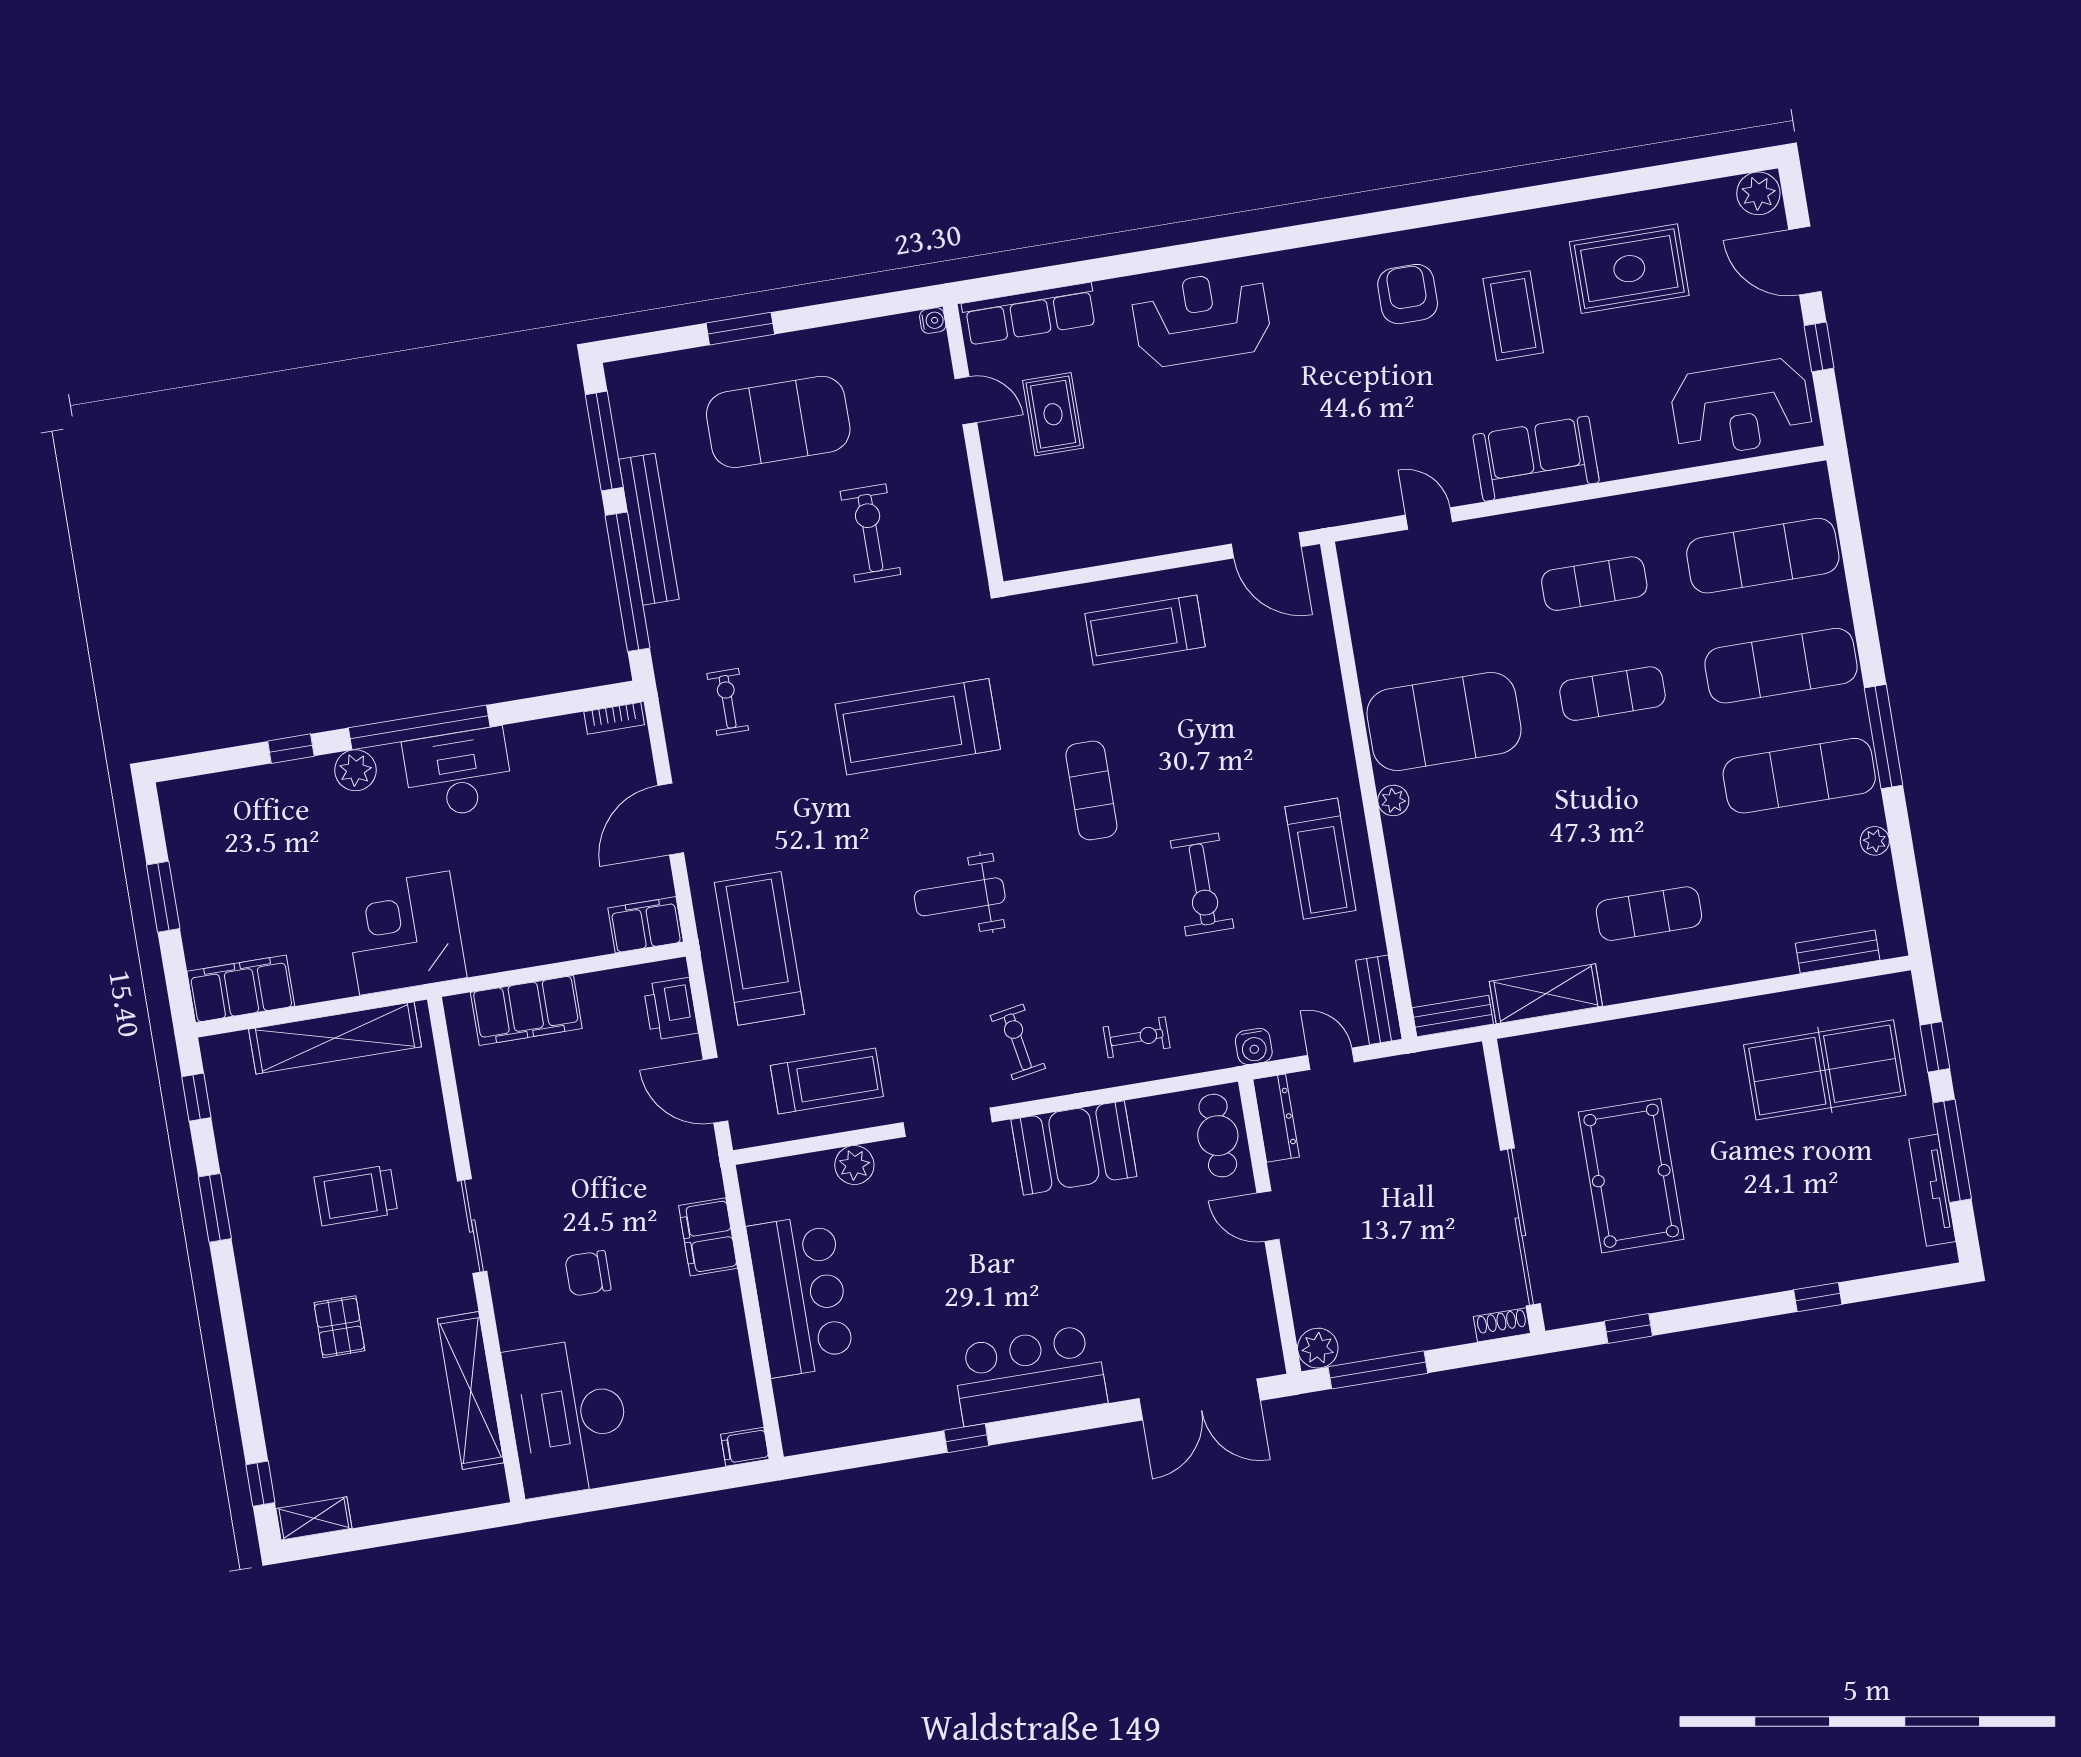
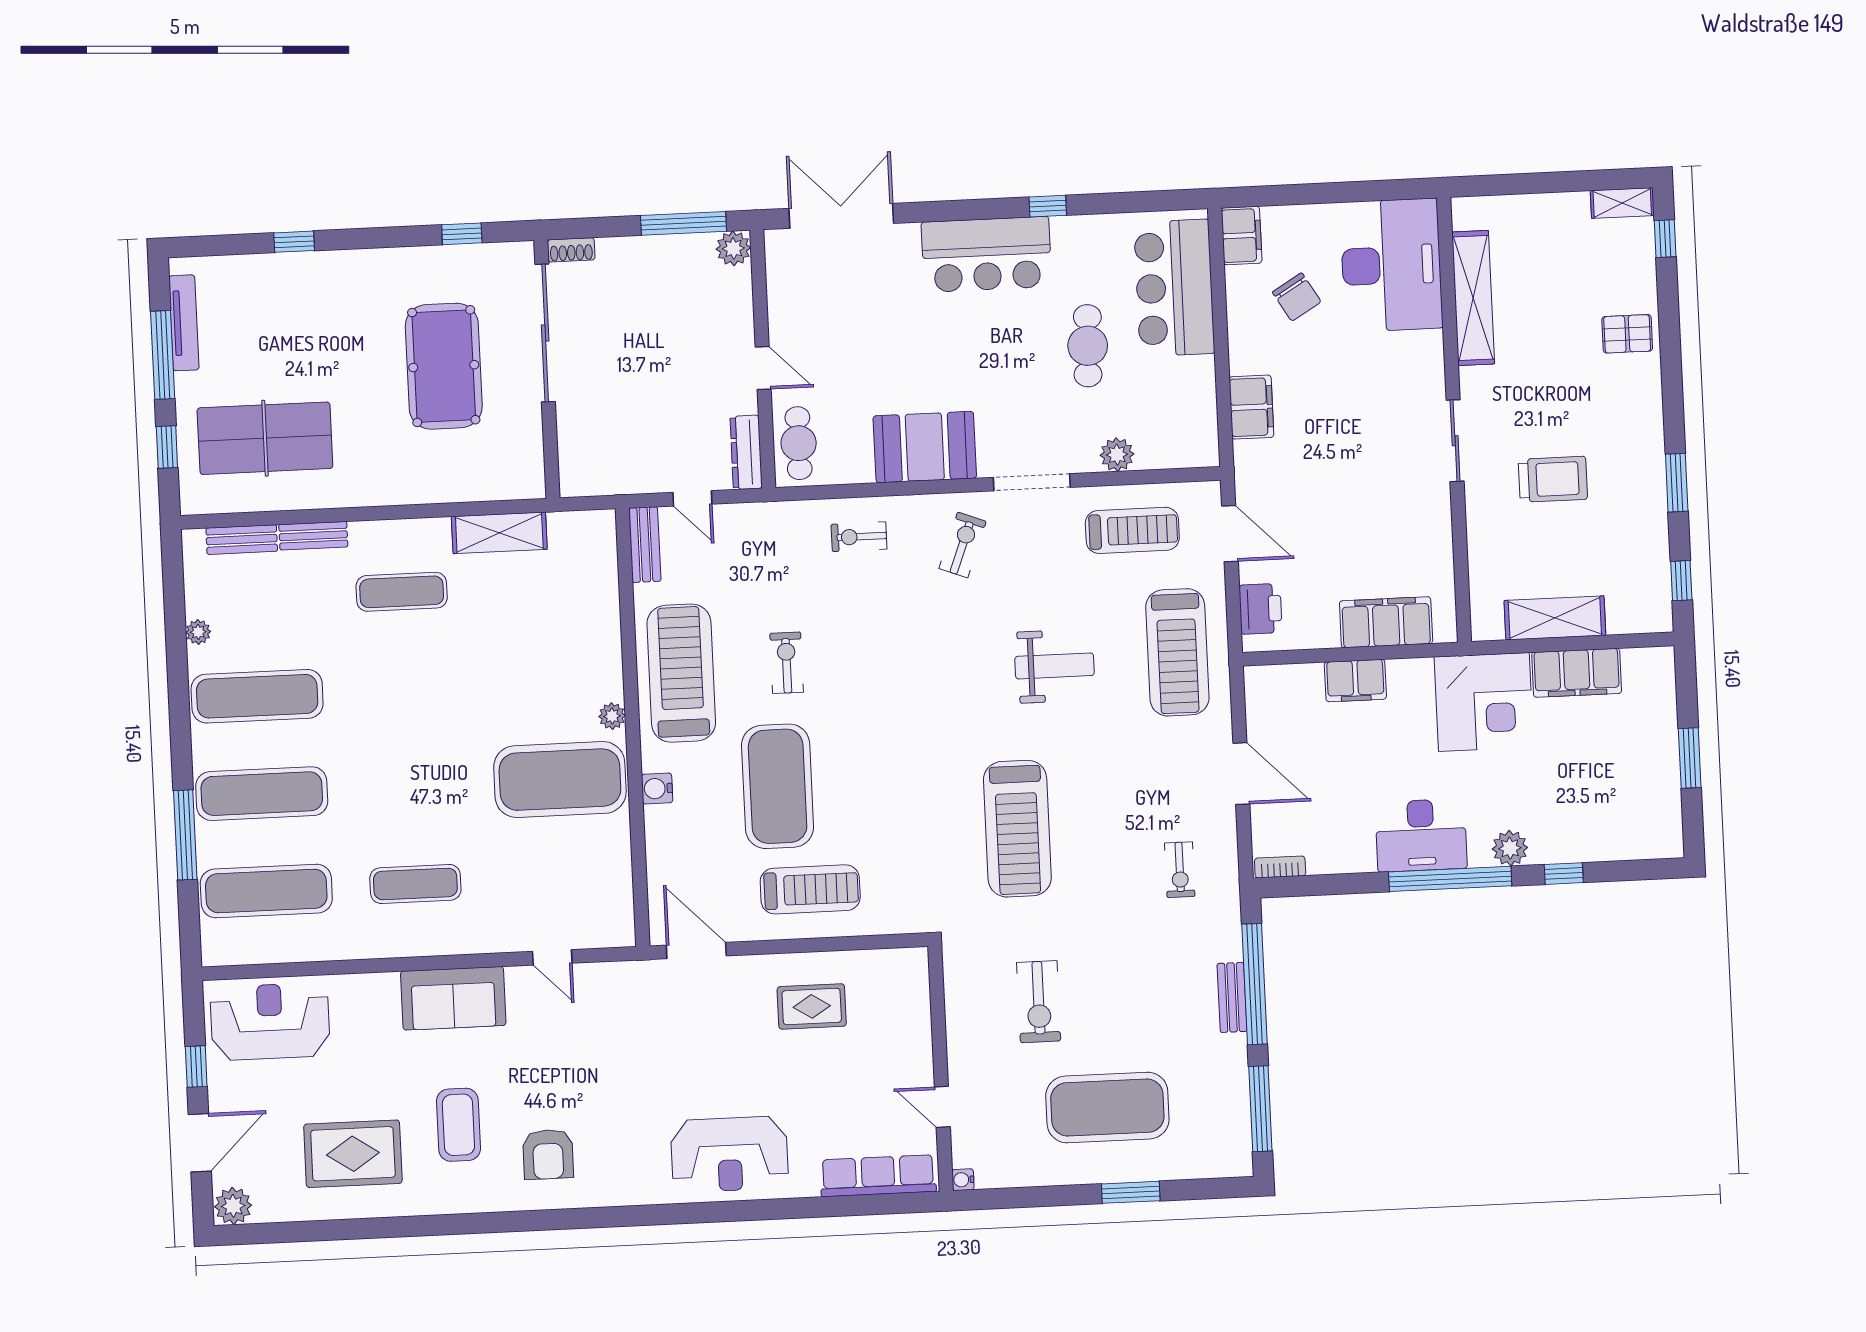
door: (1805, 261) -> (200, 1143), hinge flipped
rug: (1053, 414) -> (812, 1006), moved, turned 90
bench: (649, 529) -> (1232, 997), width x0.54, depth x0.82
exercise mat: (1613, 694) -> (411, 787), removed
treadmill: (918, 727) -> (1017, 829), turned 90
window: (1884, 737) -> (185, 835), moved
exercise mat: (1091, 790) -> (778, 786), moved, width x2.00, depth x1.45
door: (671, 819) -> (1241, 774), hinge flipped
treadmill: (1320, 859) -> (681, 673), width x1.37, depth x1.38
exercise bike: (1202, 884) -> (787, 663), width x0.73, depth x0.72
weight bench: (960, 897) -> (1055, 666), moved
filing cabinet: (646, 925) -> (1355, 681), moved
filing cabinet: (241, 989) -> (1577, 673), moved
bench: (1453, 1016) -> (313, 536), moved
shelving: (335, 1038) -> (1555, 618), width x0.68
exercise bike: (1018, 1042) -> (963, 545), turned -149
water cooler: (1254, 1046) -> (657, 789), moved, turned -90
treadmill: (827, 1081) -> (1132, 530), turned 180
chair: (588, 1273) -> (1297, 297), moved, turned 59
cafe table: (902, 1285) -> (1088, 346), added
bar counter: (801, 1296) -> (1174, 288), moved
pallet: (339, 1327) -> (1627, 334), moved, turned 90
filing cabinet: (745, 1447) -> (1242, 235), width x2.00

